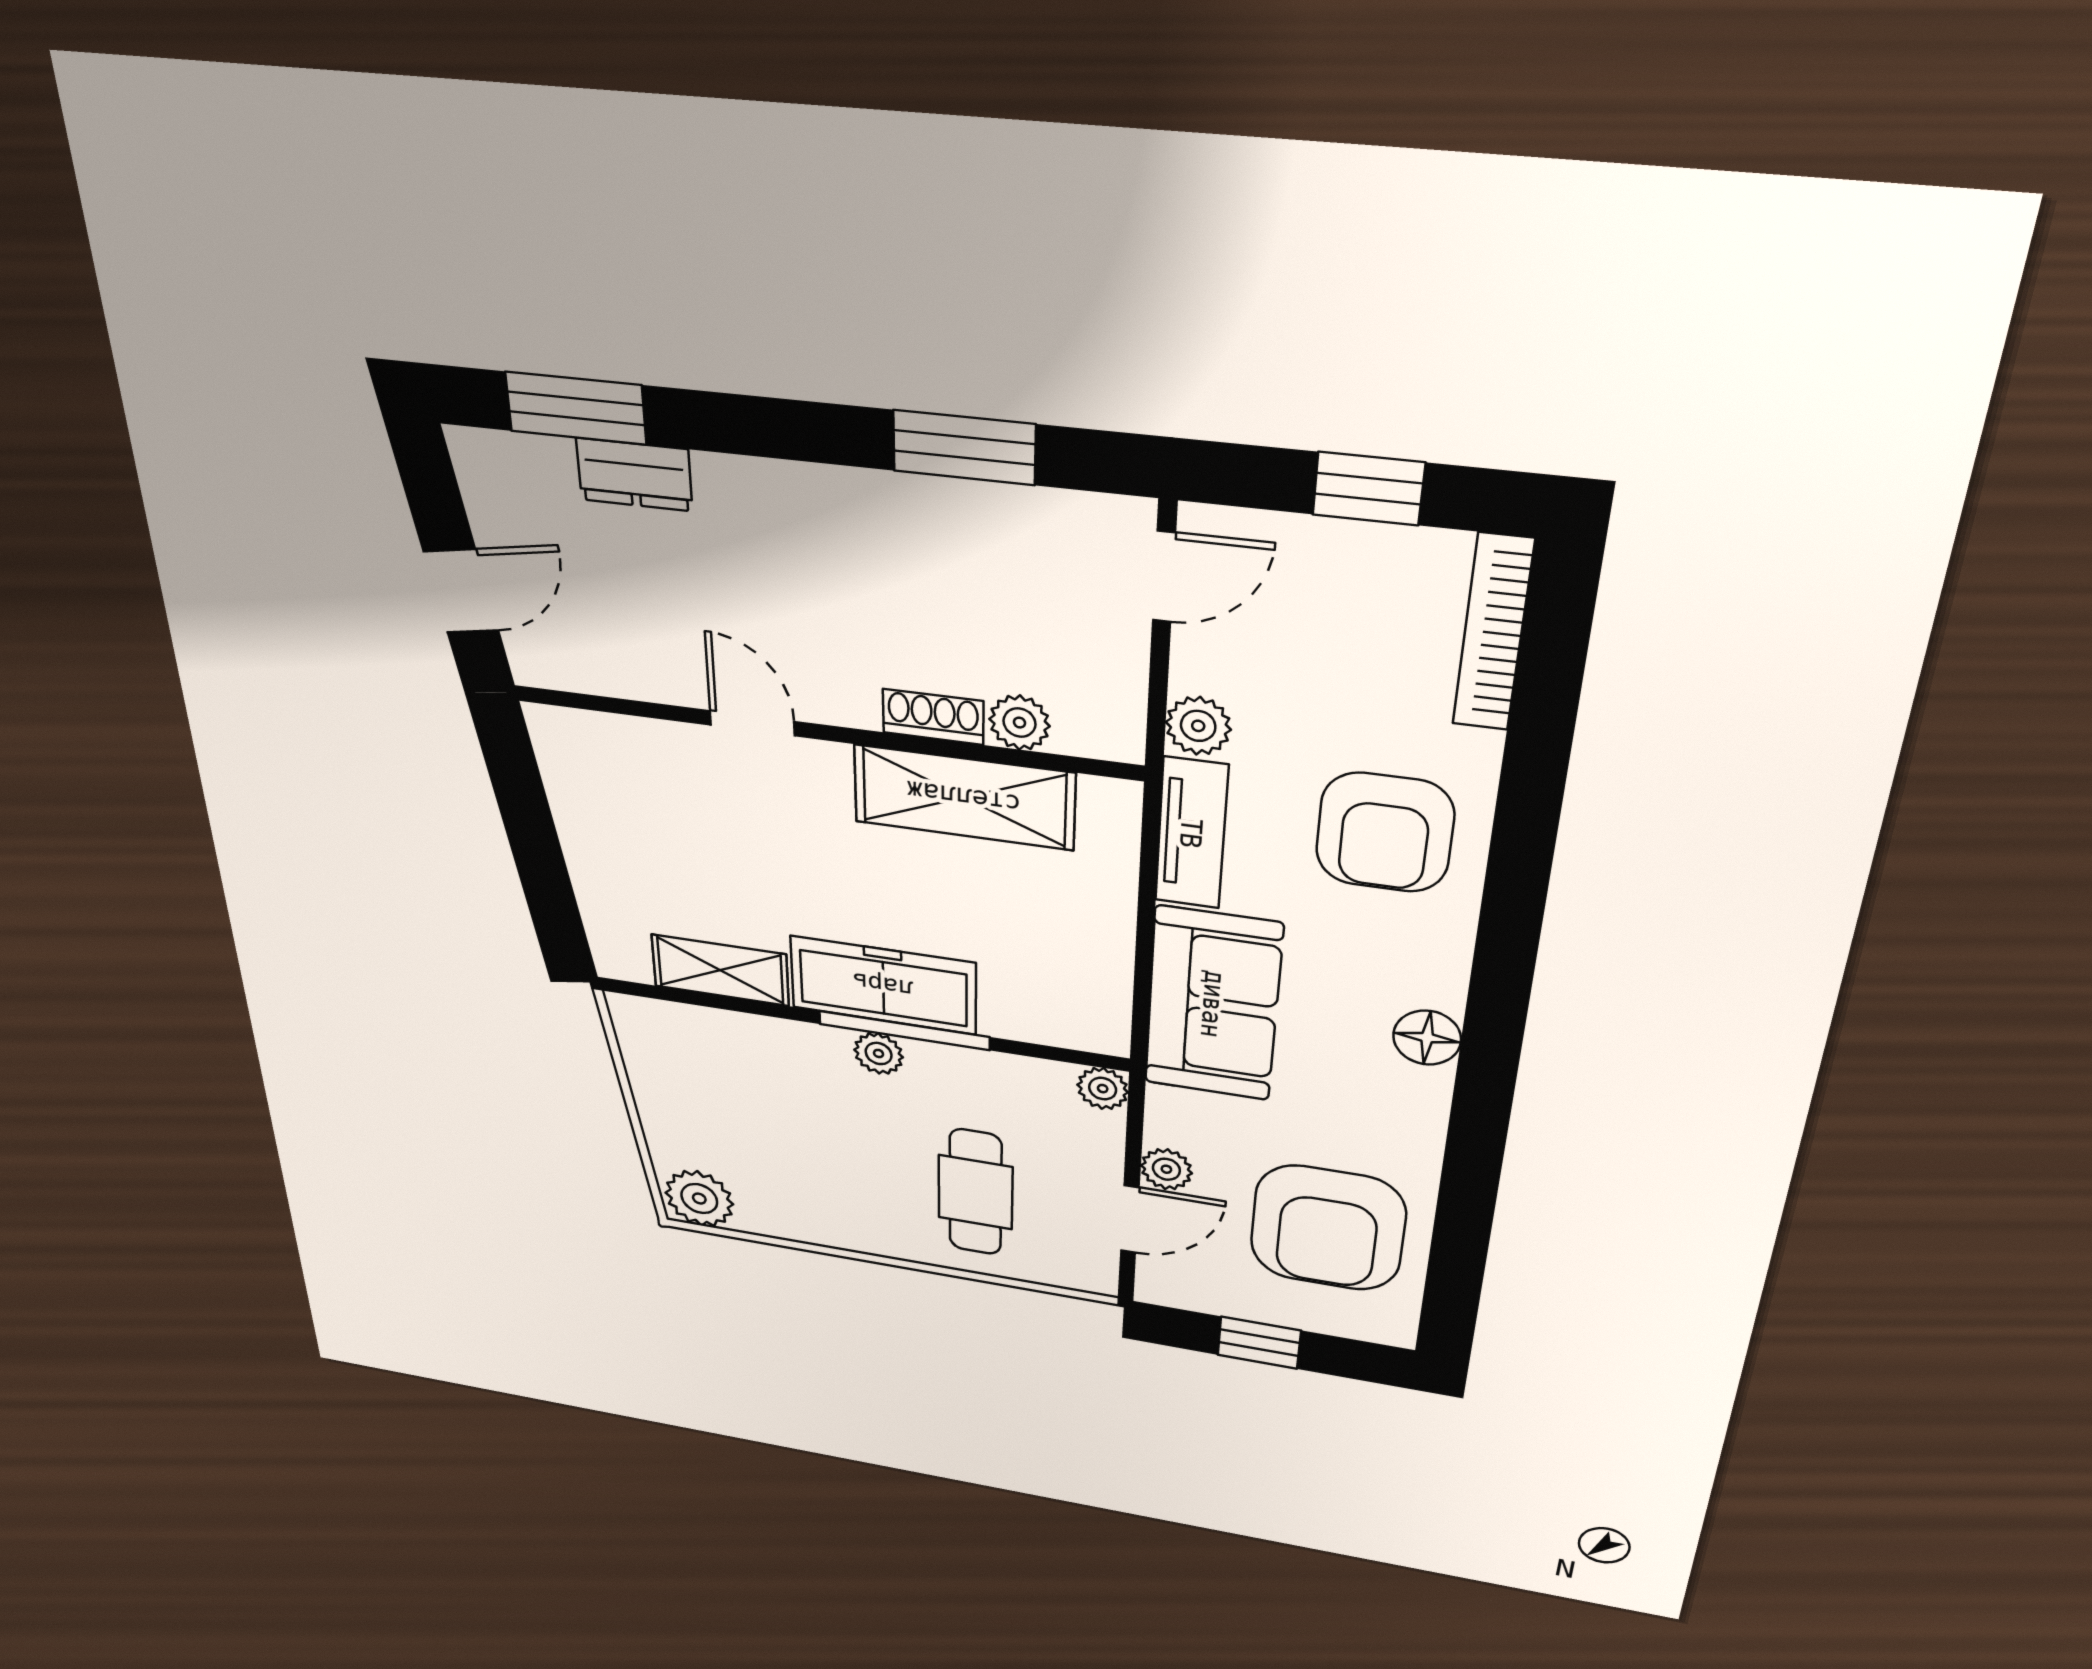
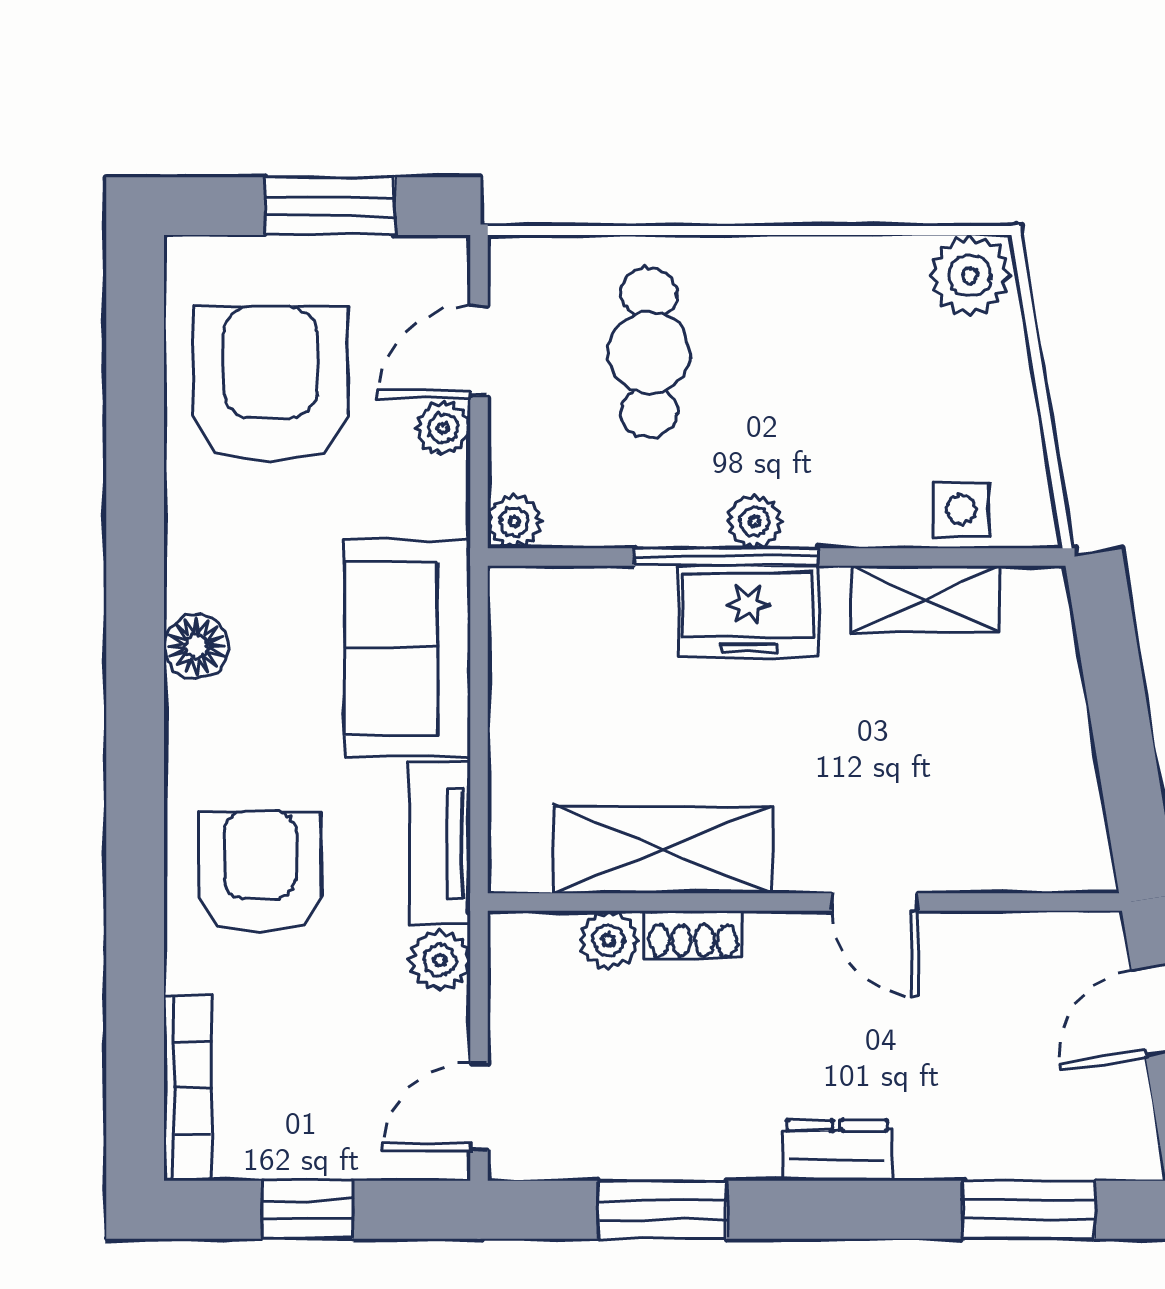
dresser: (634, 475) -> (837, 1150), moved
freezer: (883, 985) -> (748, 611), width x0.71
side table: (693, 1033) -> (961, 509), added
window: (1259, 1343) -> (330, 206), width x1.50

